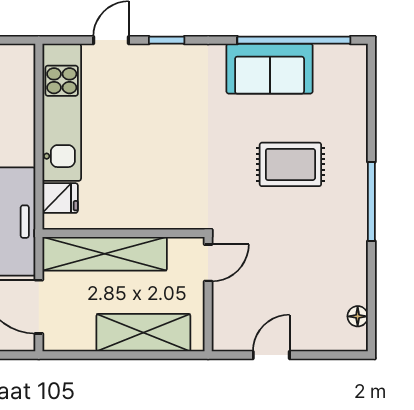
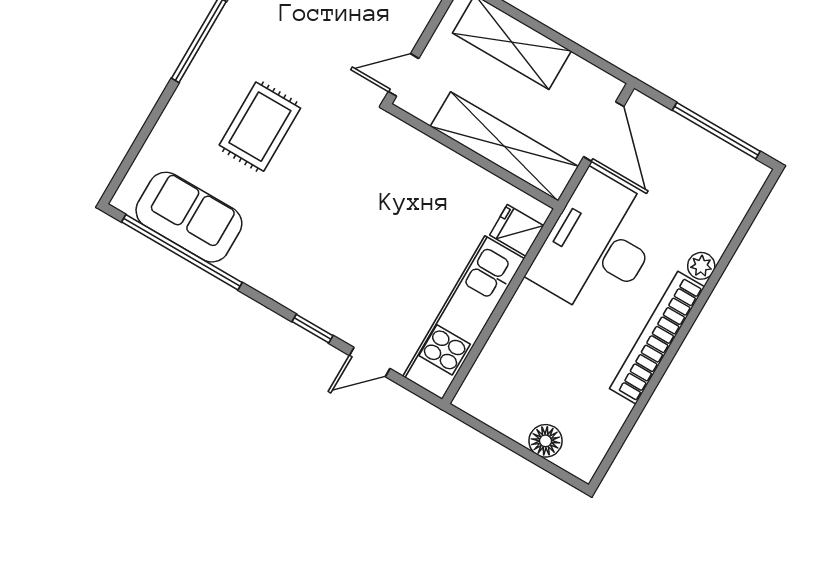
sofa: (270, 69) -> (189, 217), moved
rug: (290, 164) -> (260, 127), turned 90

